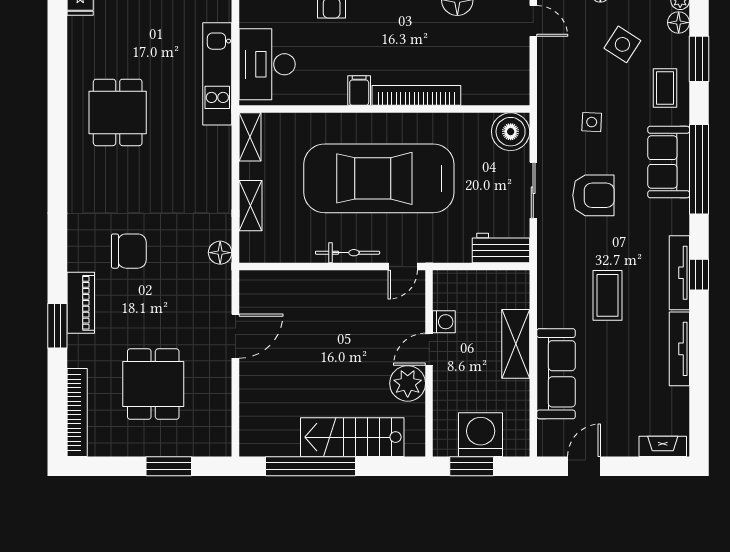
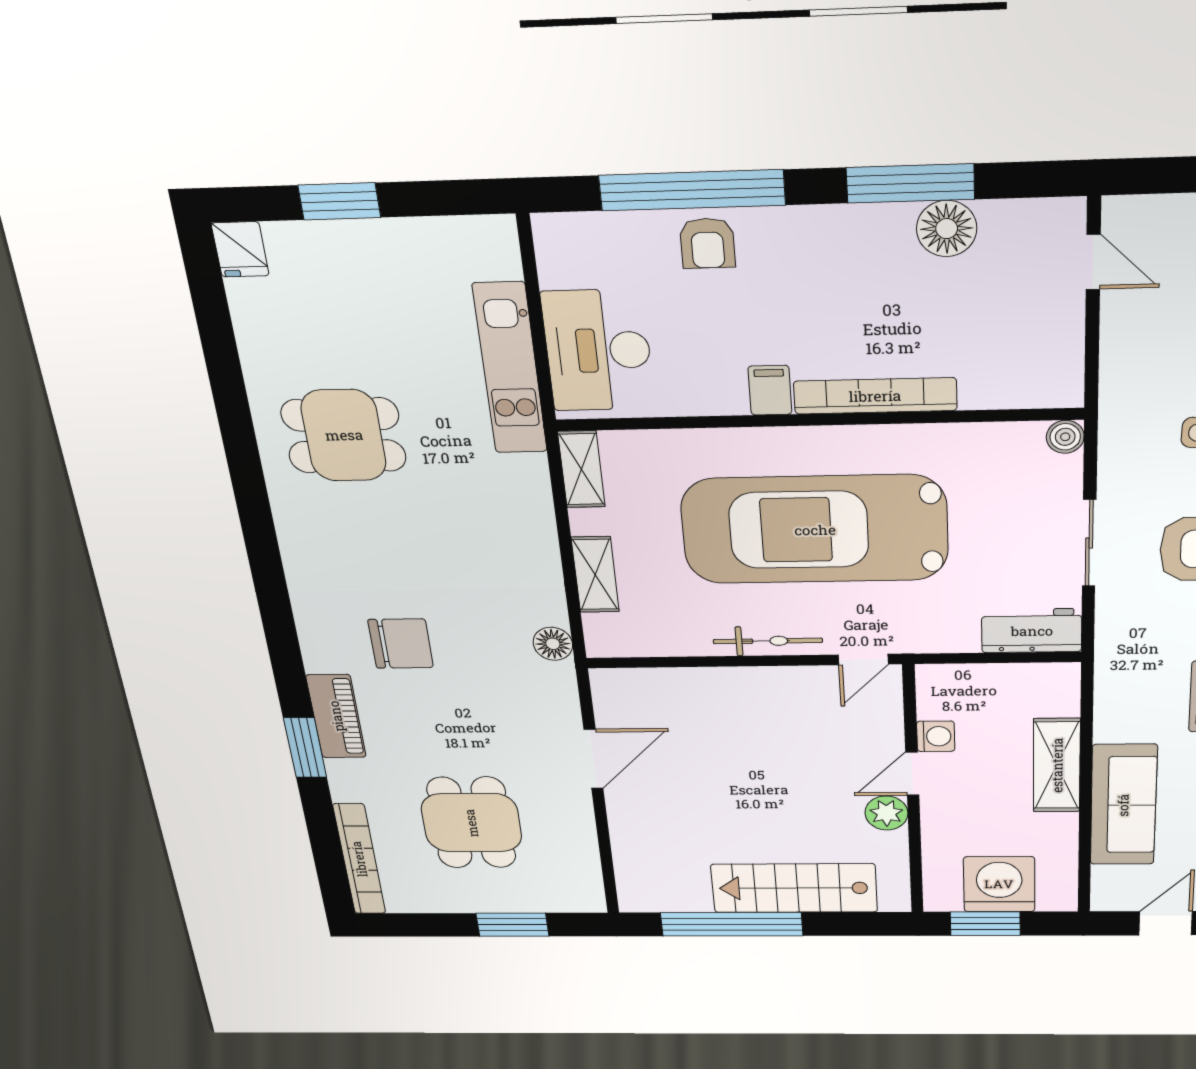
dining table: (118, 112) -> (344, 435), turned 90
boiler: (511, 132) -> (1065, 437), width x0.54, depth x0.54
plant: (408, 383) -> (886, 813), width x0.73, depth x0.73

